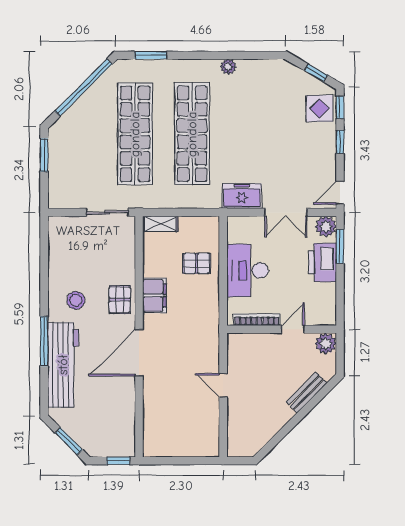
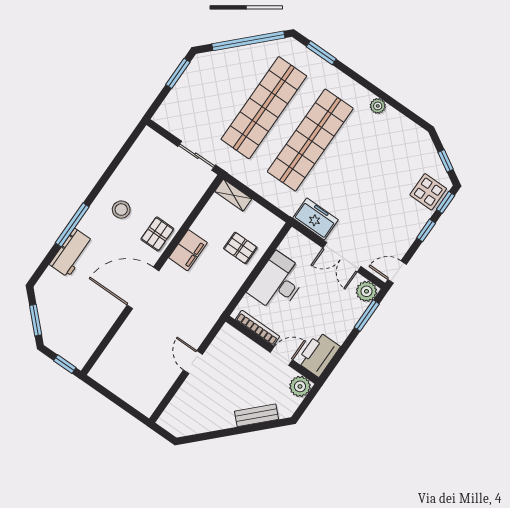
printer: (322, 262) -> (318, 354), moved
workbench: (63, 365) -> (71, 253), width x0.53, depth x0.76

